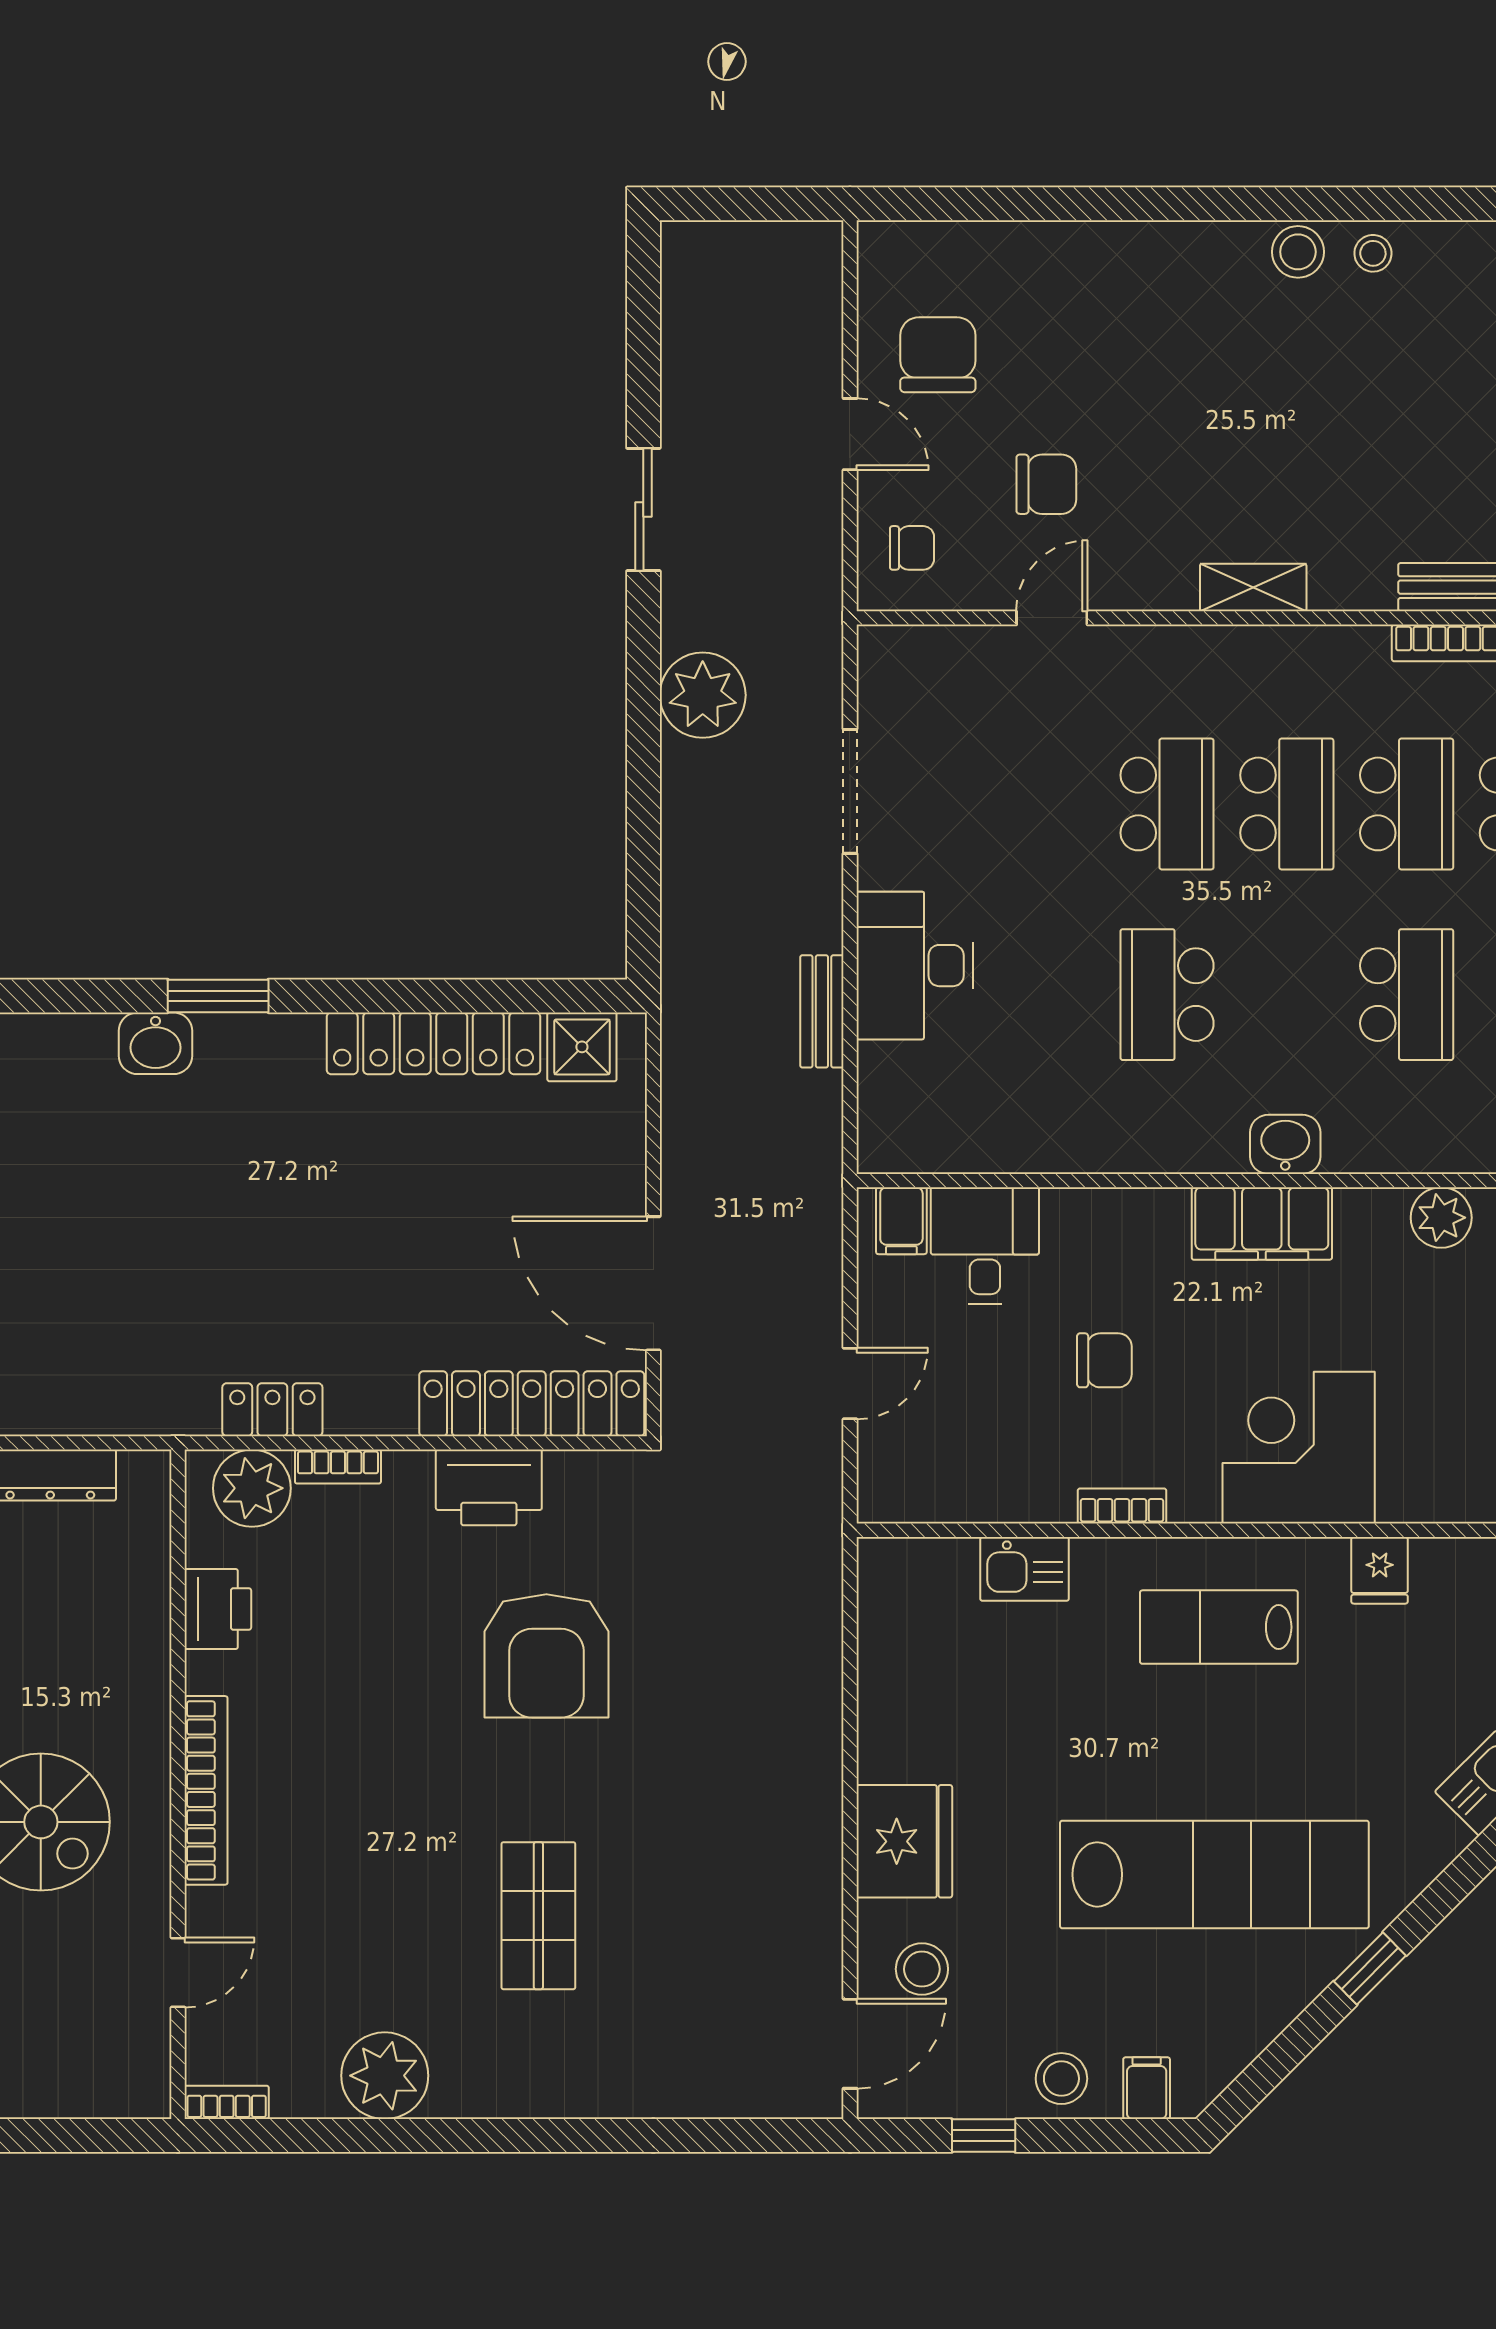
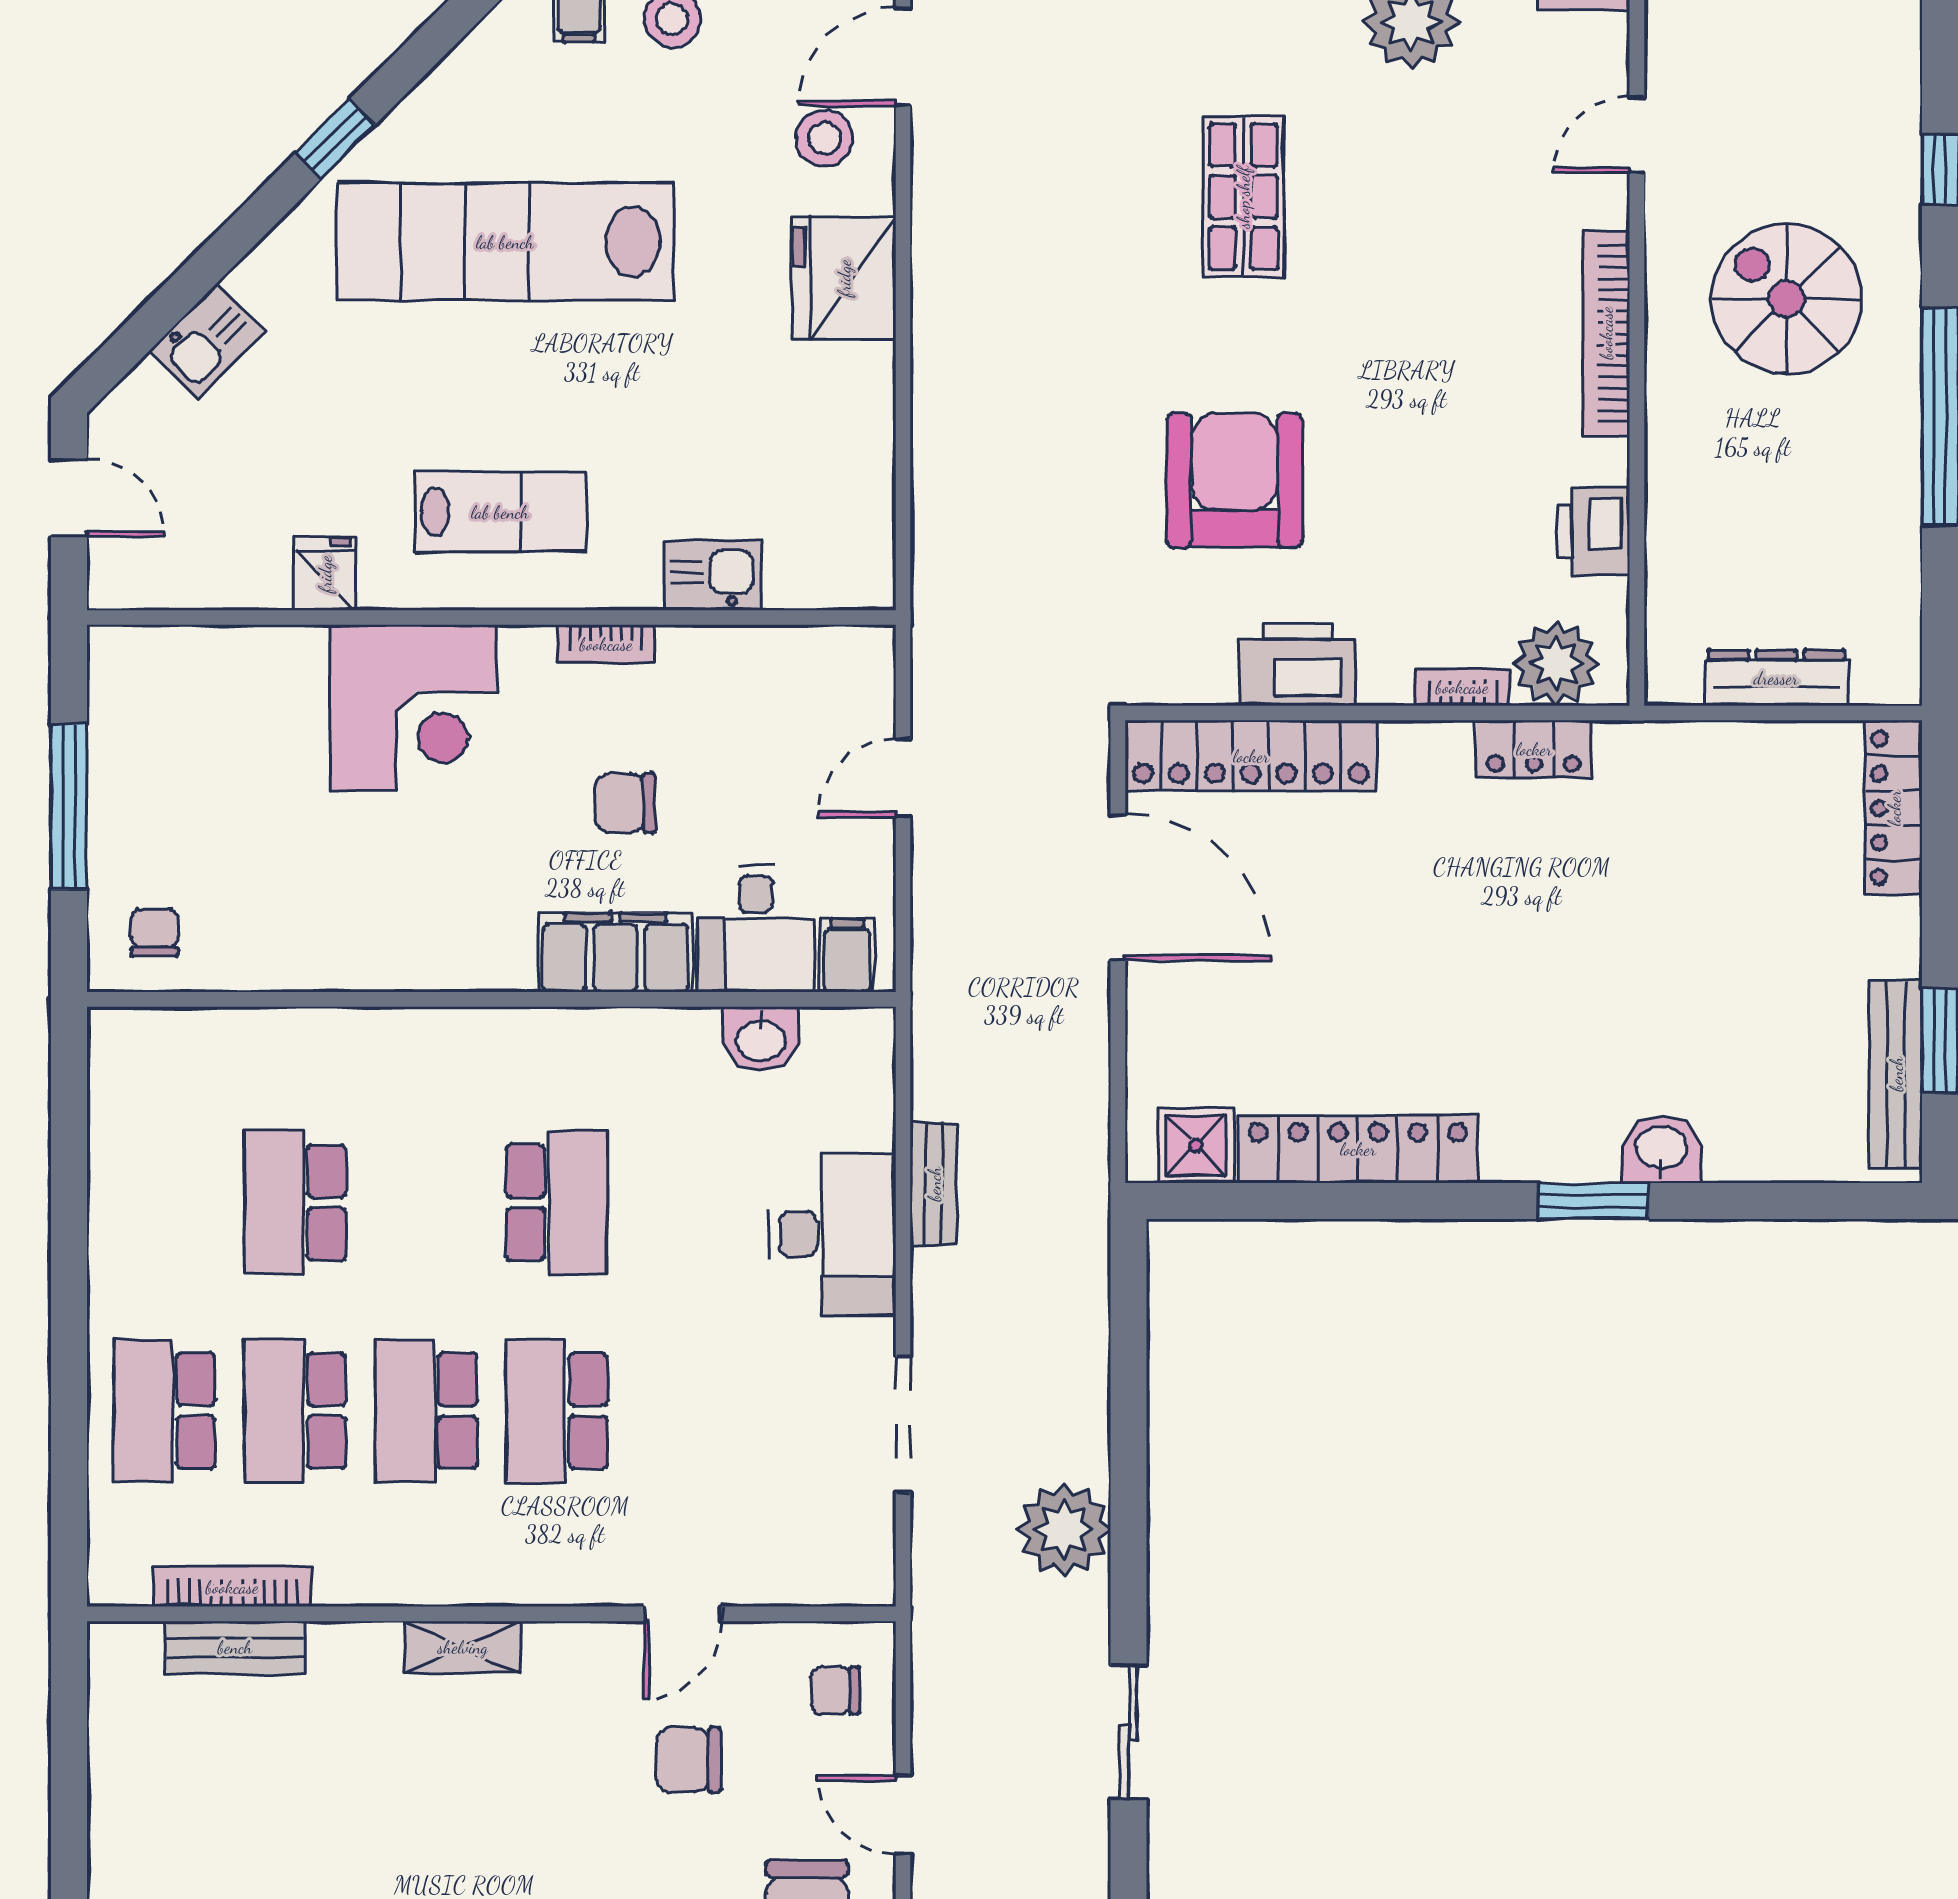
washbasin: (1285, 1144) -> (761, 1039), moved
plant: (1441, 1218) -> (257, 959), removed
filing cabinet: (1262, 1224) -> (616, 953), moved

